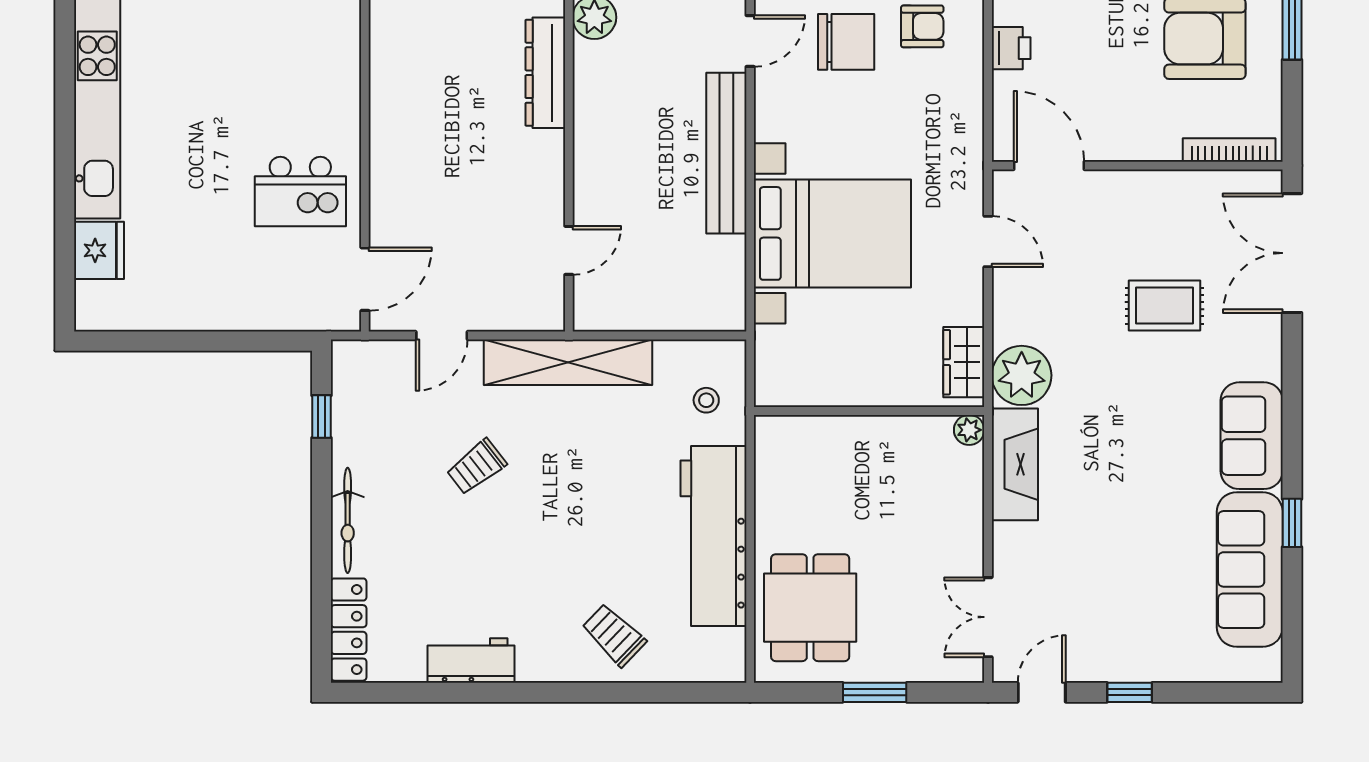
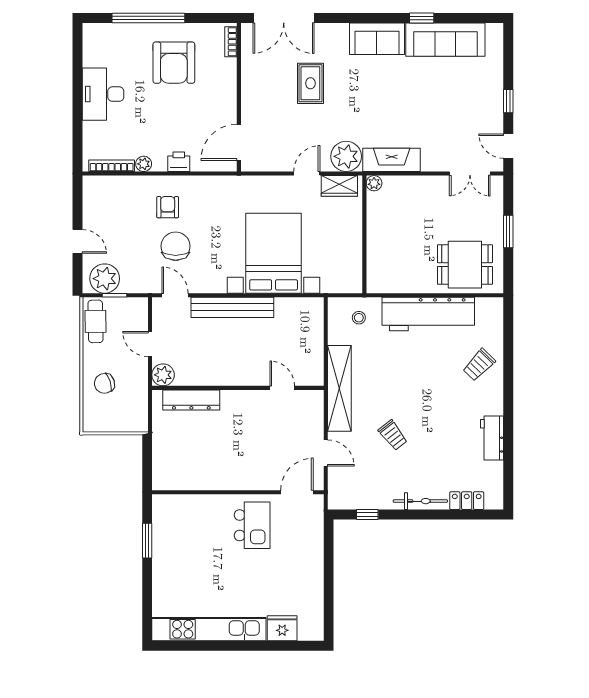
bookcase: (1229, 150) -> (231, 42), width x0.64
door: (988, 241) -> (307, 174), moved
door: (365, 279) -> (297, 492), hinge flipped
locker: (349, 630) -> (467, 501), width x0.66

